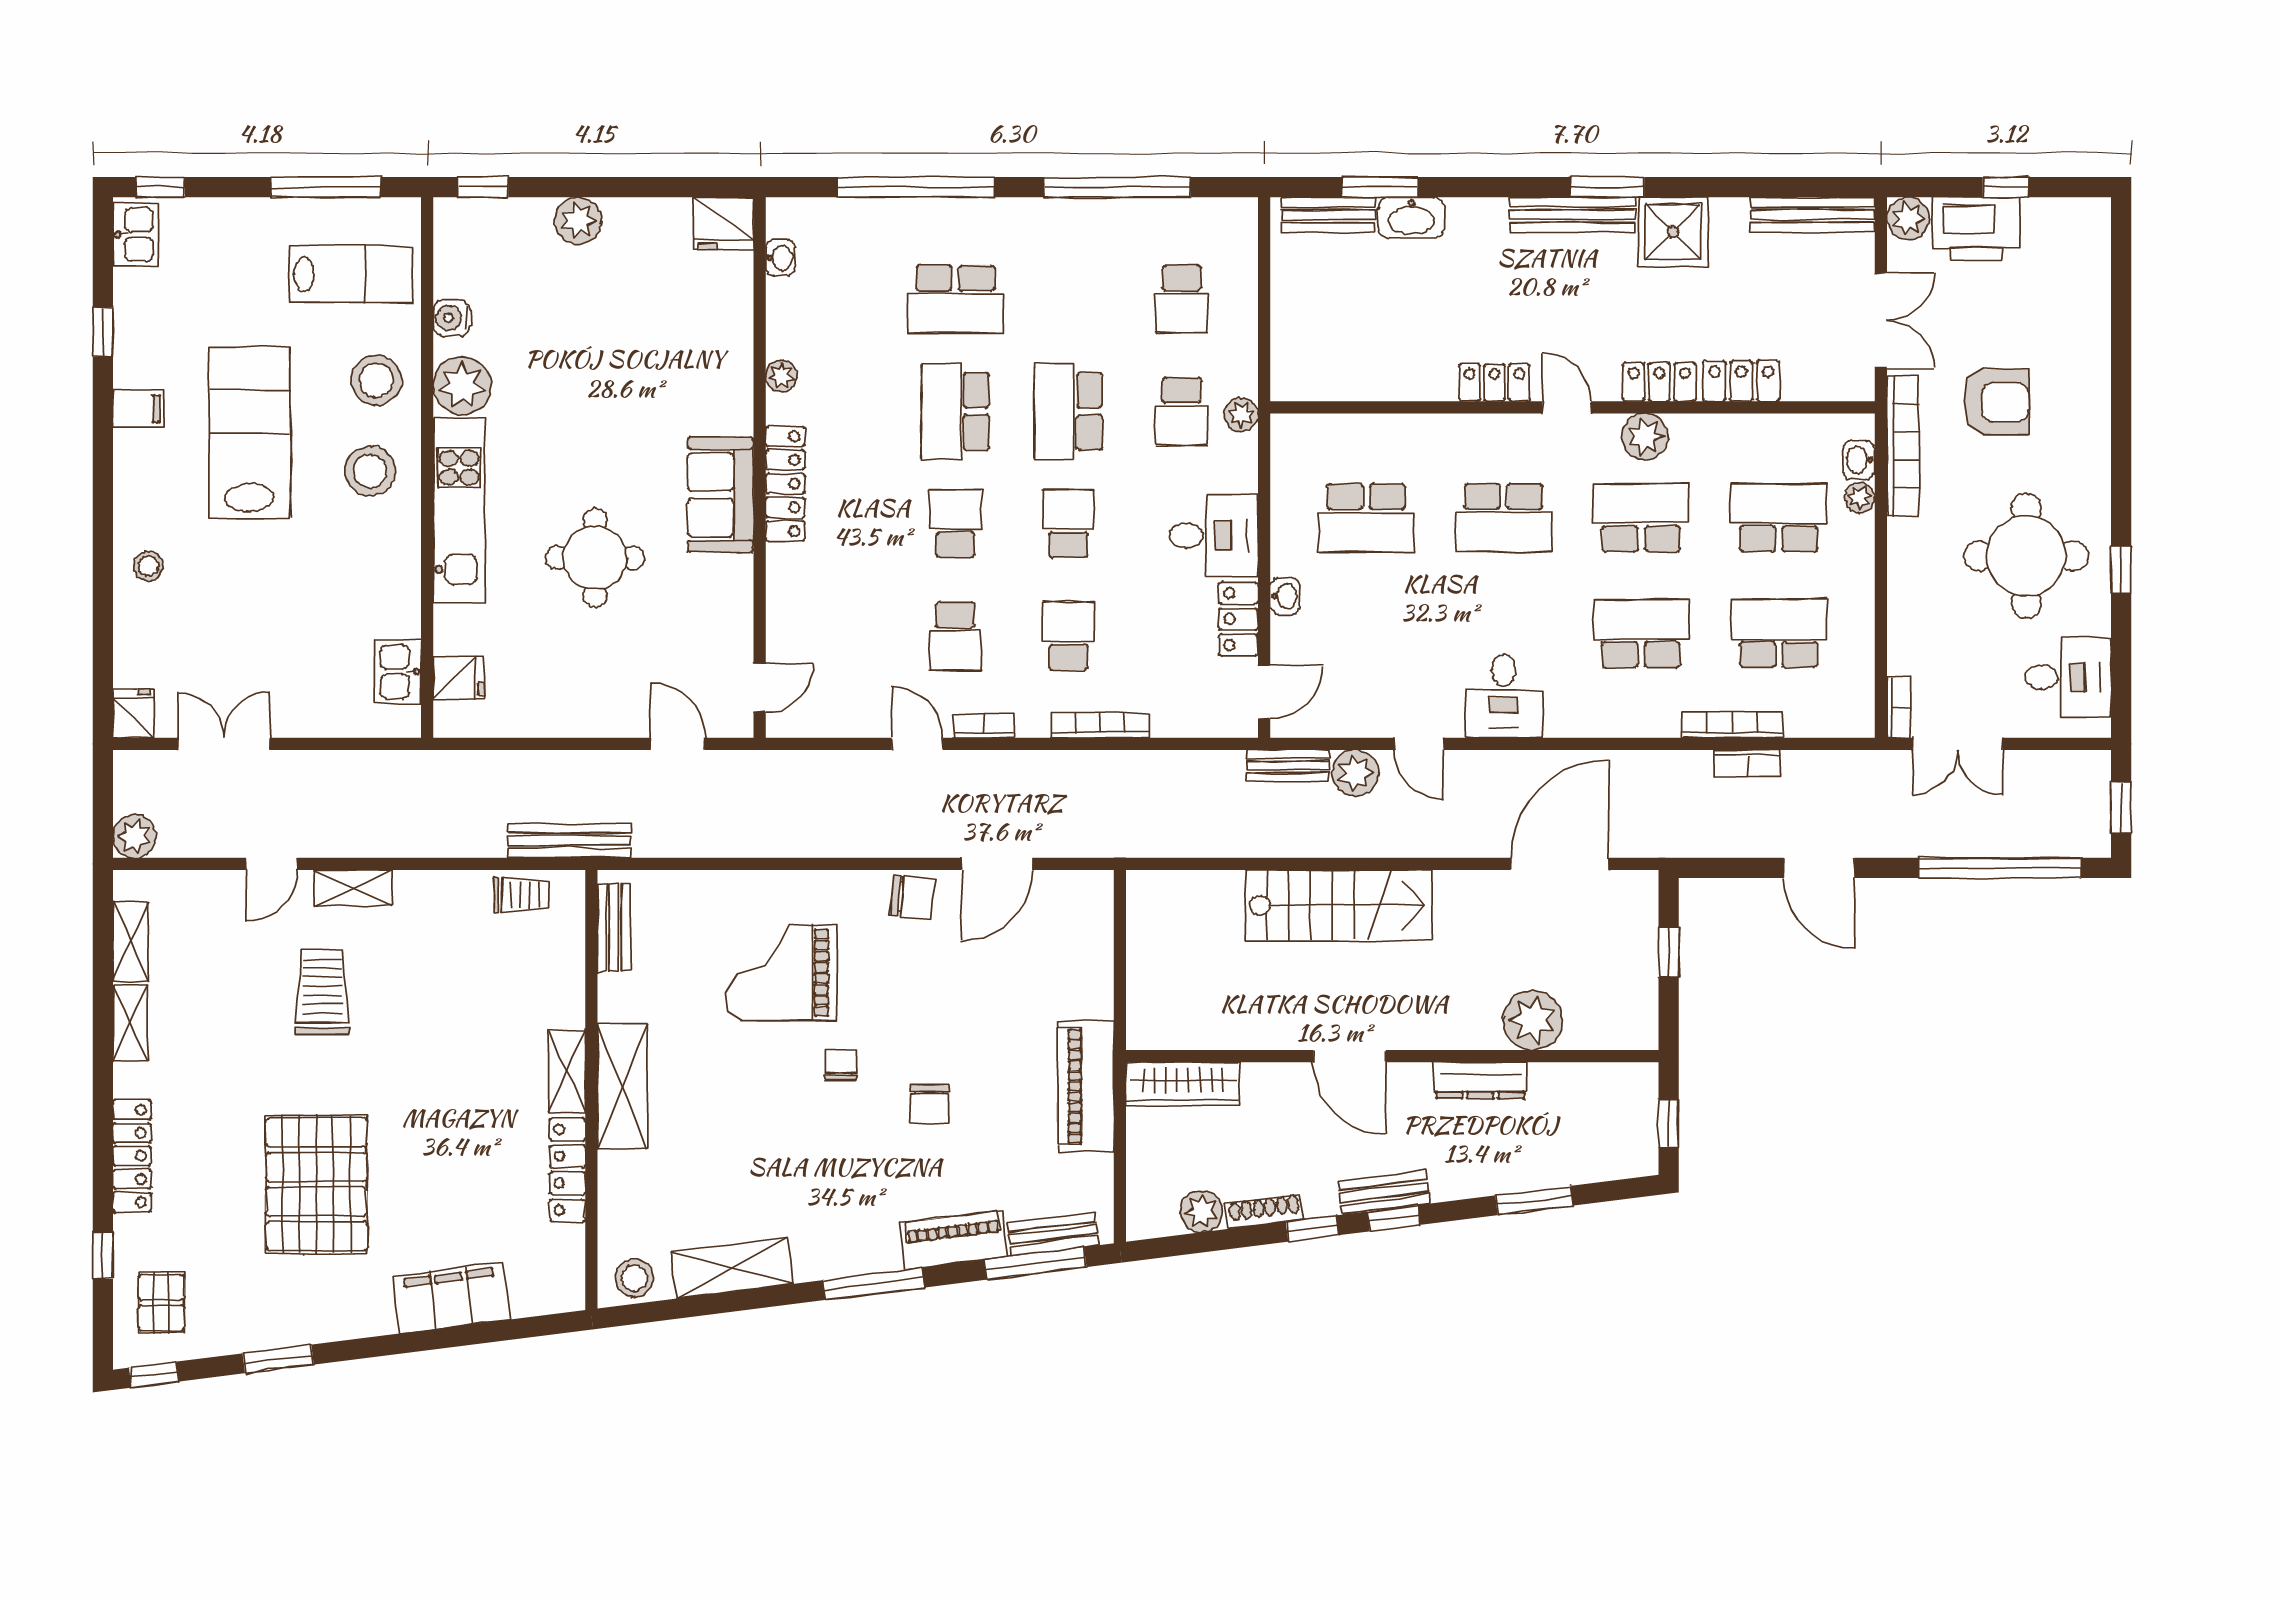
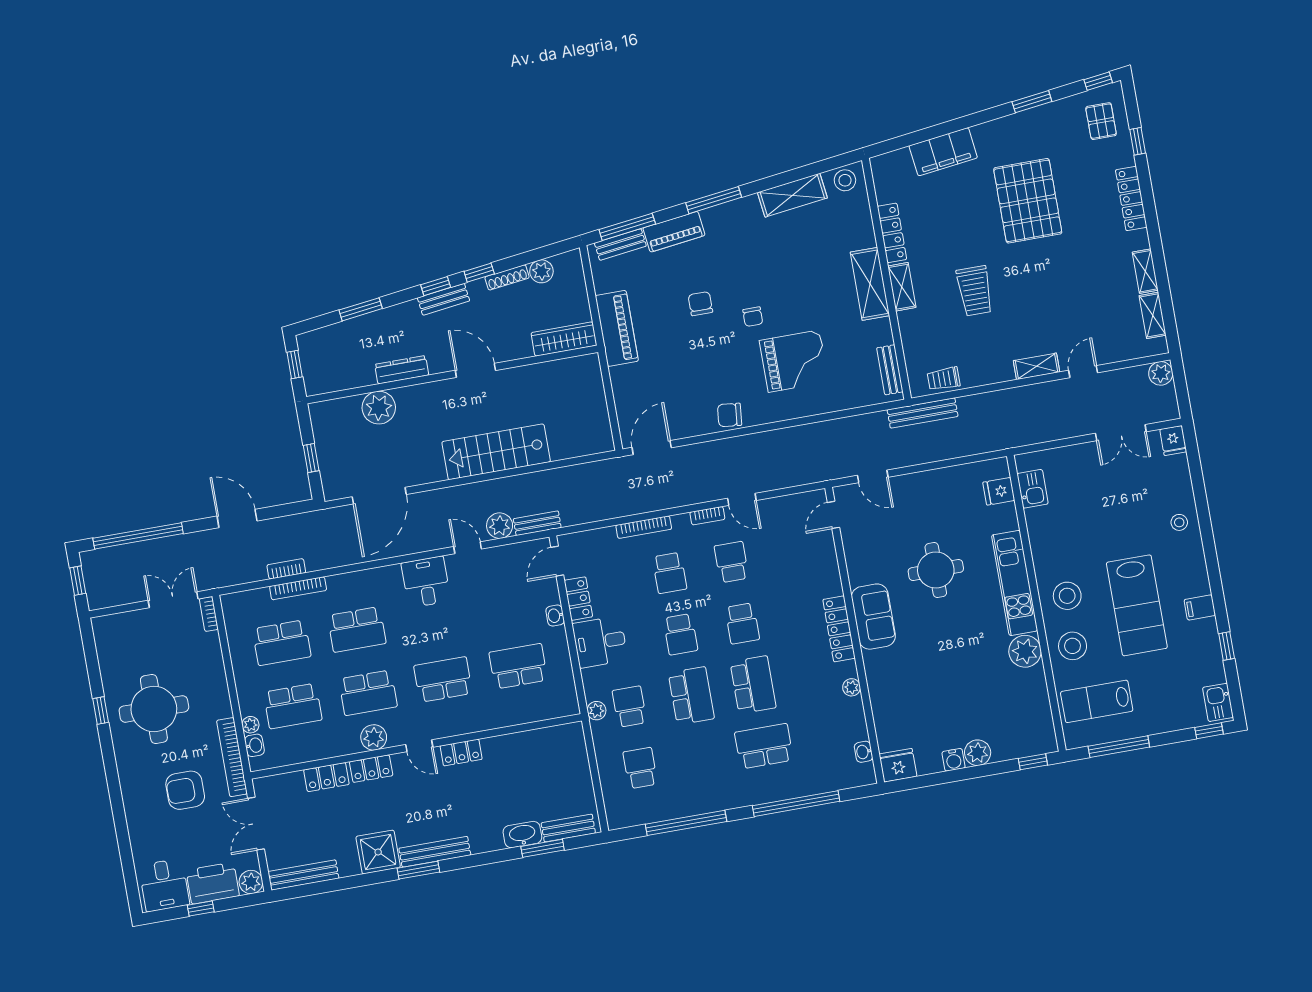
water cooler: (451, 318) -> (954, 760), moved, turned 90
desk: (2068, 677) -> (164, 885), moved, turned -90
door: (997, 864) -> (652, 448), moved
trolley: (322, 992) -> (975, 291), moved

